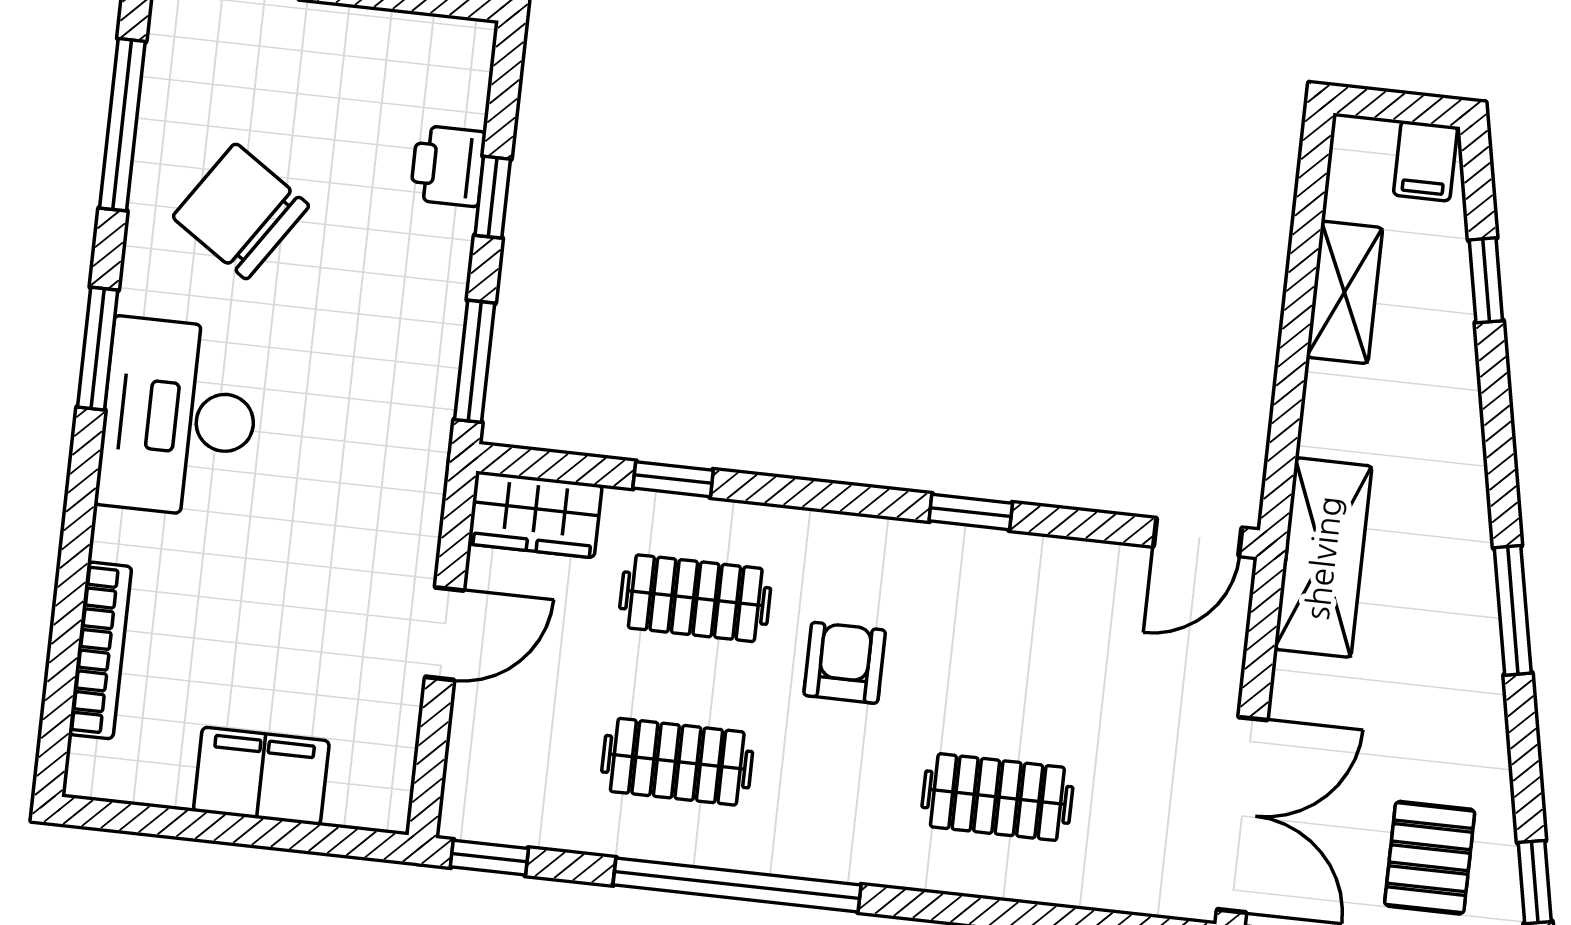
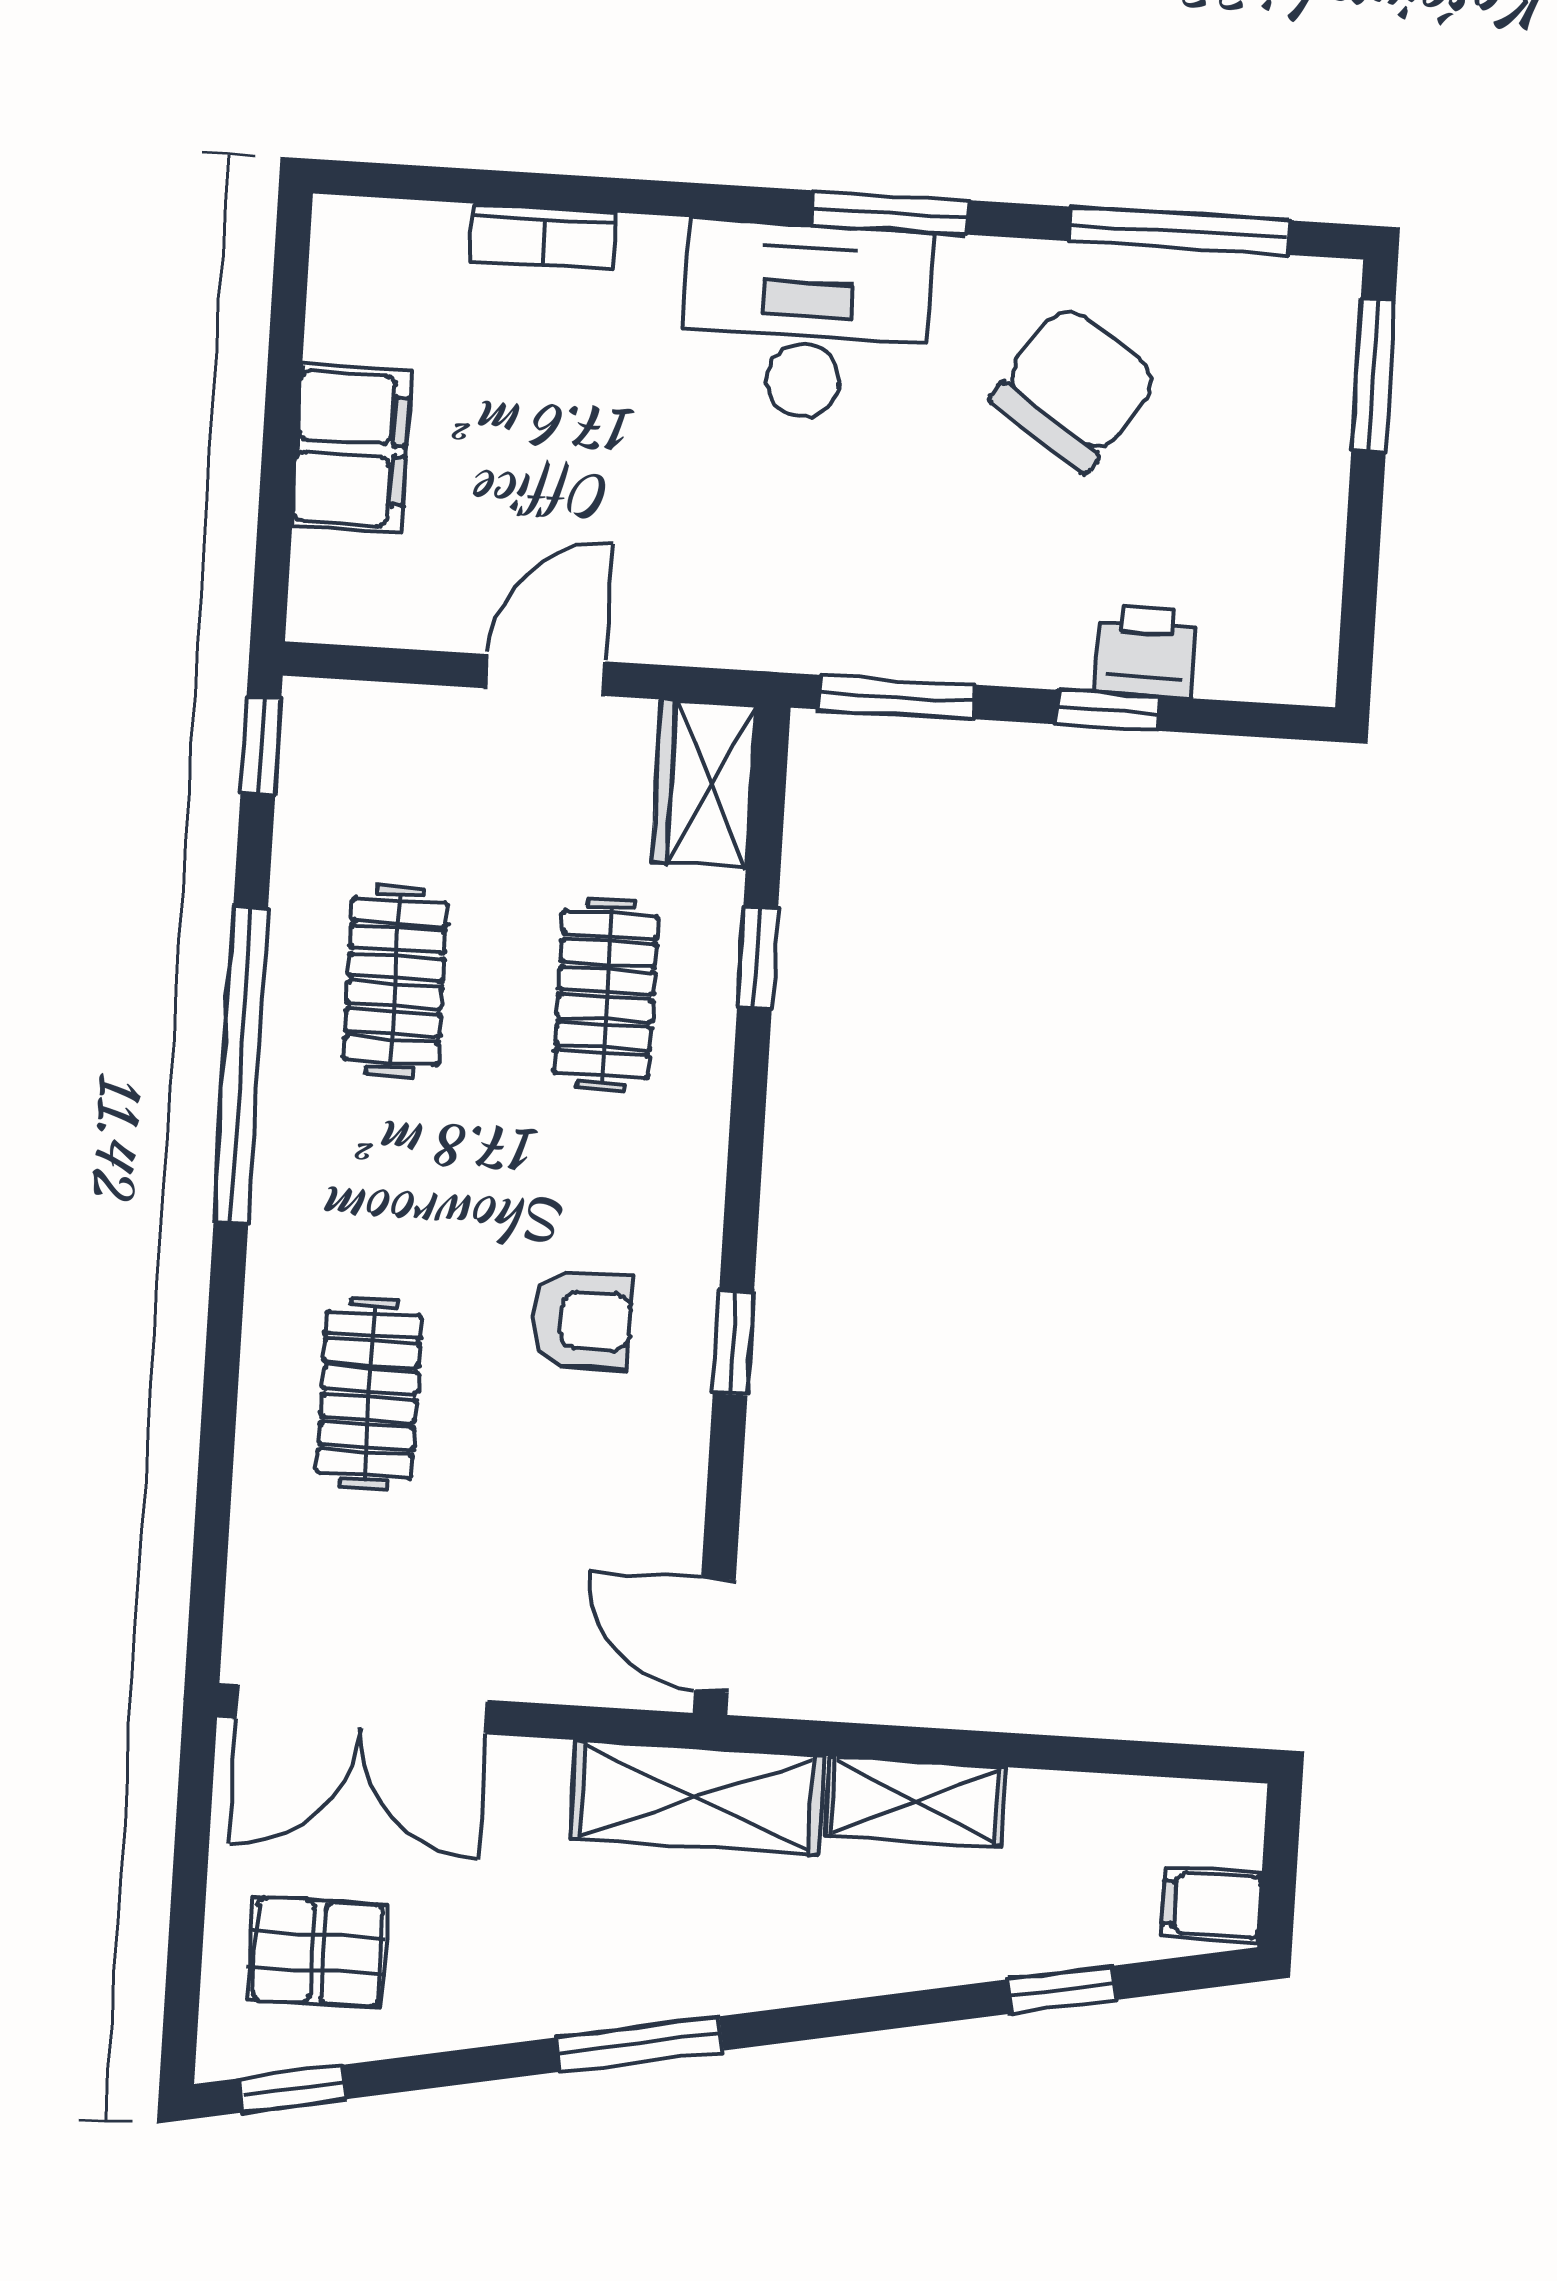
shelving: (1344, 292) -> (915, 1801), moved
door: (445, 634) -> (546, 675), swing flipped
bookcase: (100, 650) -> (543, 237), width x0.64
armchair: (845, 663) -> (582, 1320), moved

